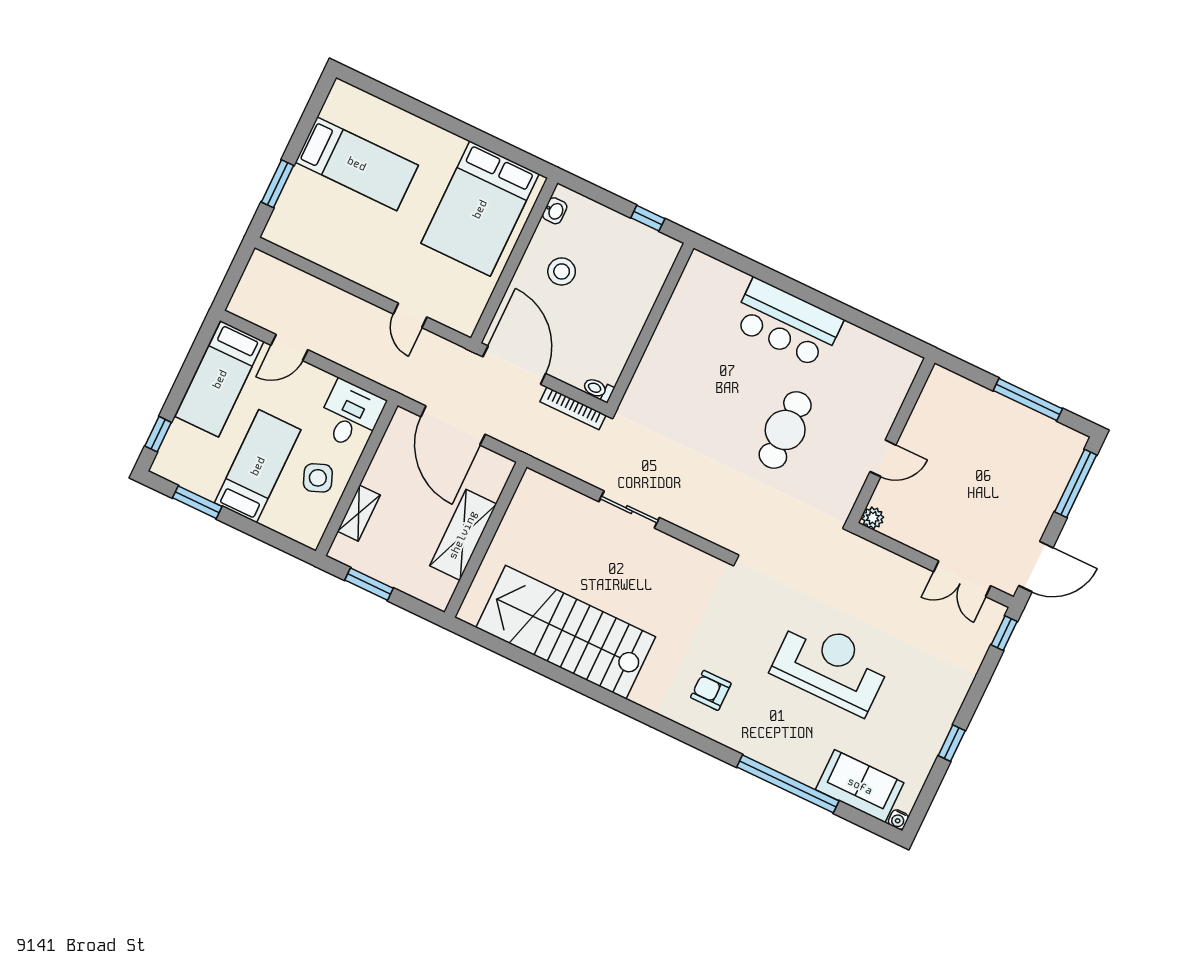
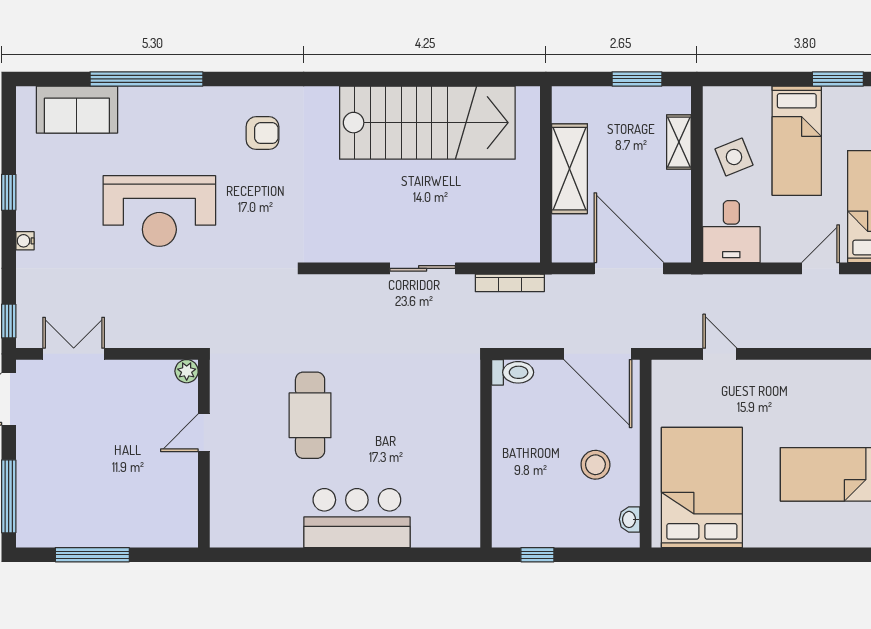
toilet: (598, 389) -> (513, 372), width x1.37, depth x1.39
bookcase: (573, 408) -> (510, 283), moved, turned 180
water cooler: (898, 820) -> (25, 241), moved, turned -90

